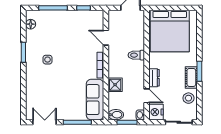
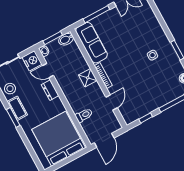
door: (106, 38) -> (112, 102), hinge flipped
toilet: (136, 55) -> (84, 115), moved
shower: (115, 85) -> (88, 78), moved

